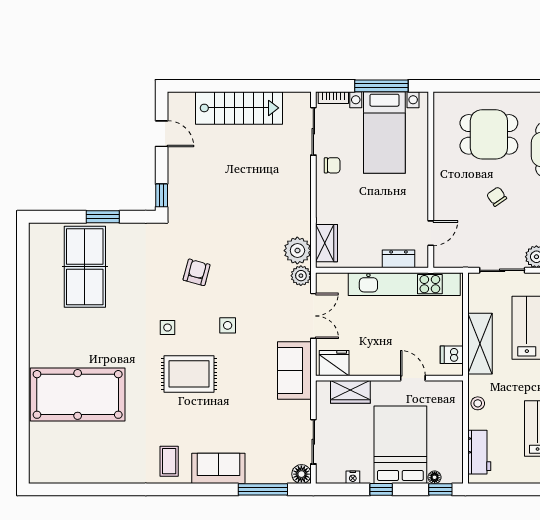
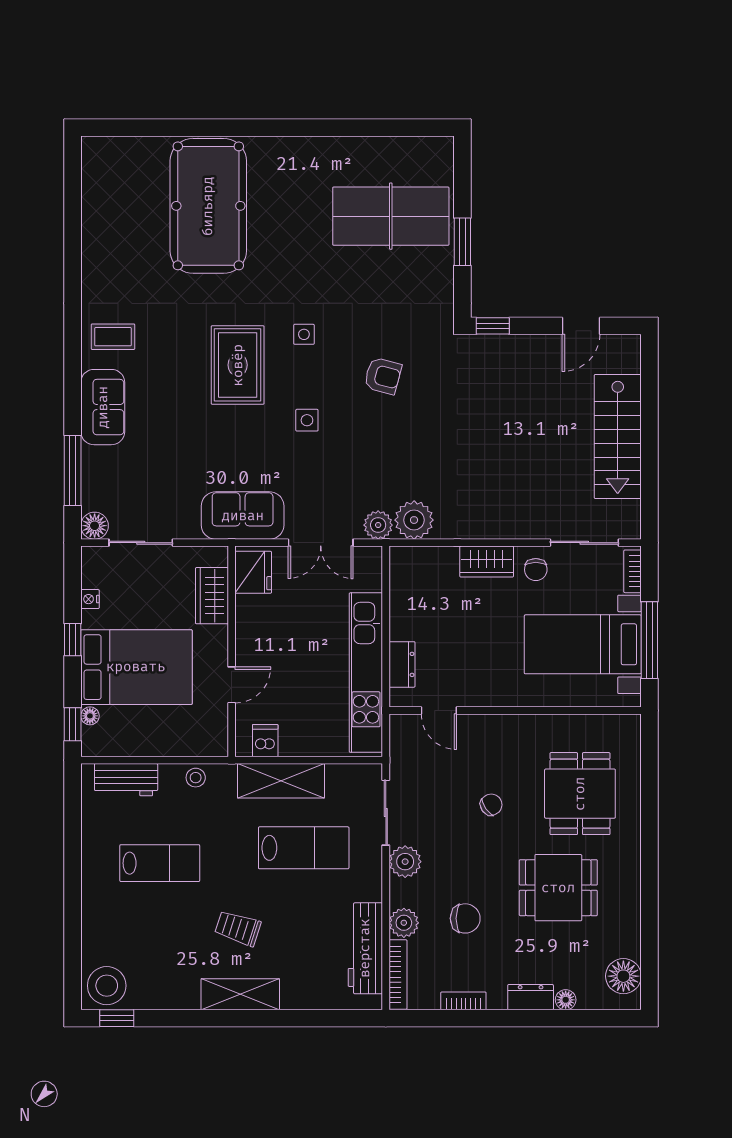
wardrobe: (327, 243) -> (487, 562), moved

